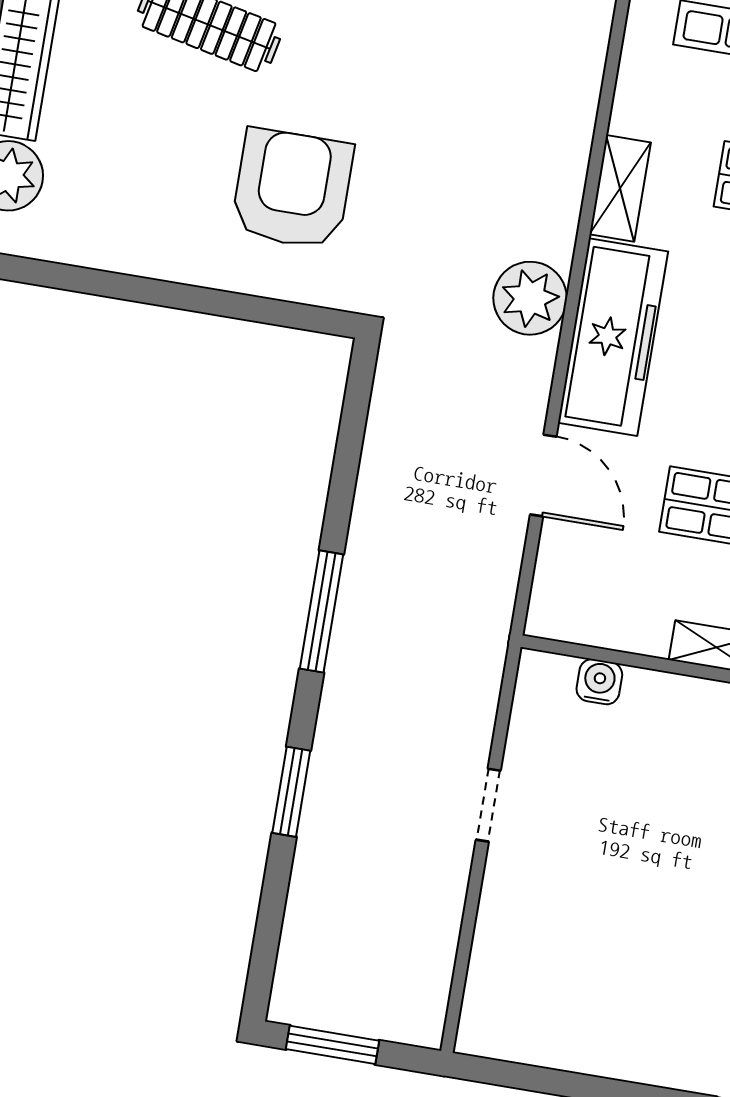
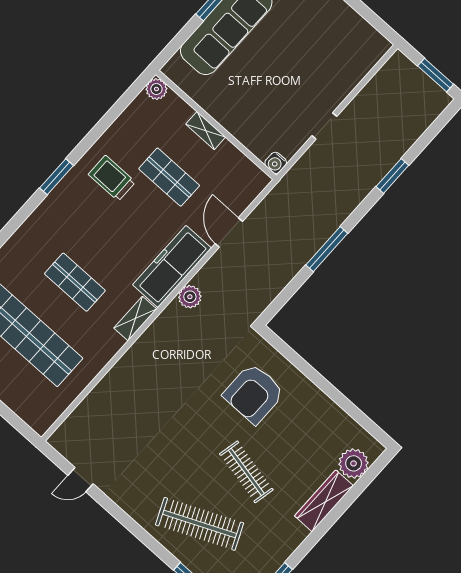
plant: (530, 298) -> (190, 297), width x0.73, depth x0.73
window: (321, 612) -> (327, 249), moved
water cooler: (599, 682) -> (276, 163), moved

